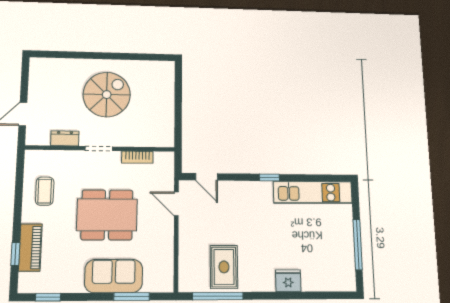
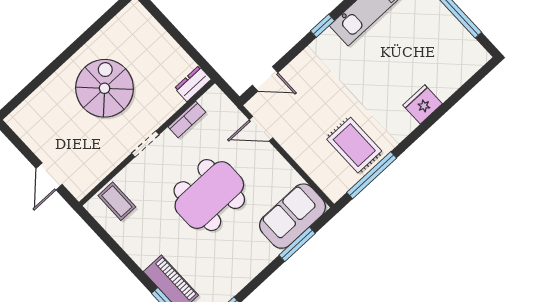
dresser: (65, 138) -> (193, 84), moved
coffee table: (45, 191) -> (117, 201), moved
sofa: (114, 276) -> (293, 216), moved

